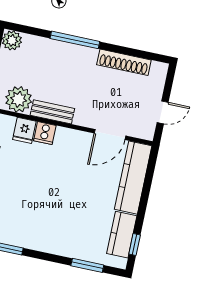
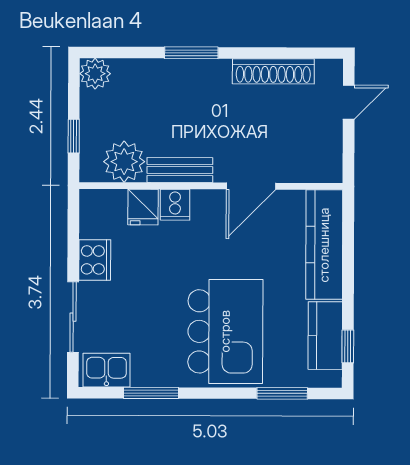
window: (75, 40) -> (191, 53), width x0.69
door: (163, 112) -> (349, 102), moved
door: (110, 135) -> (251, 186), moved
kitchen island: (60, 219) -> (225, 331), added

